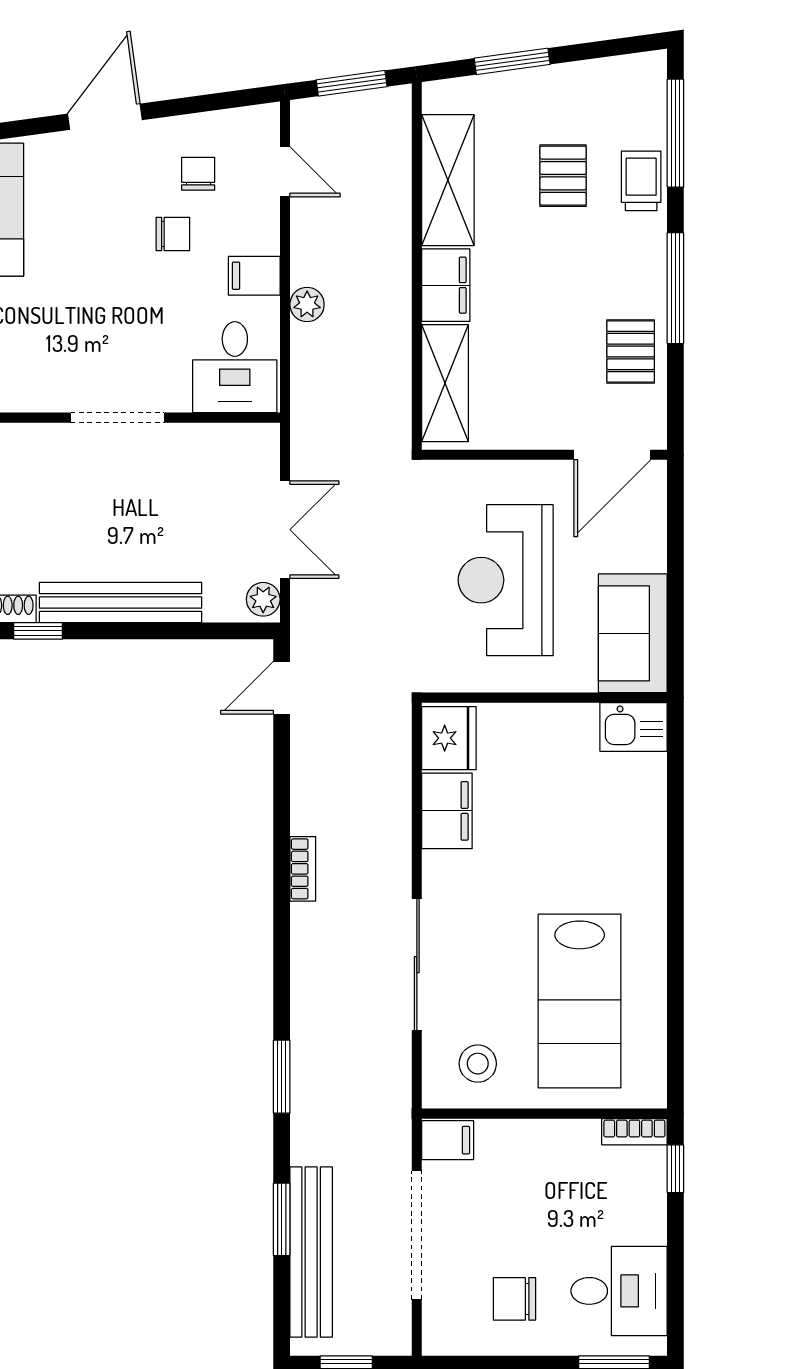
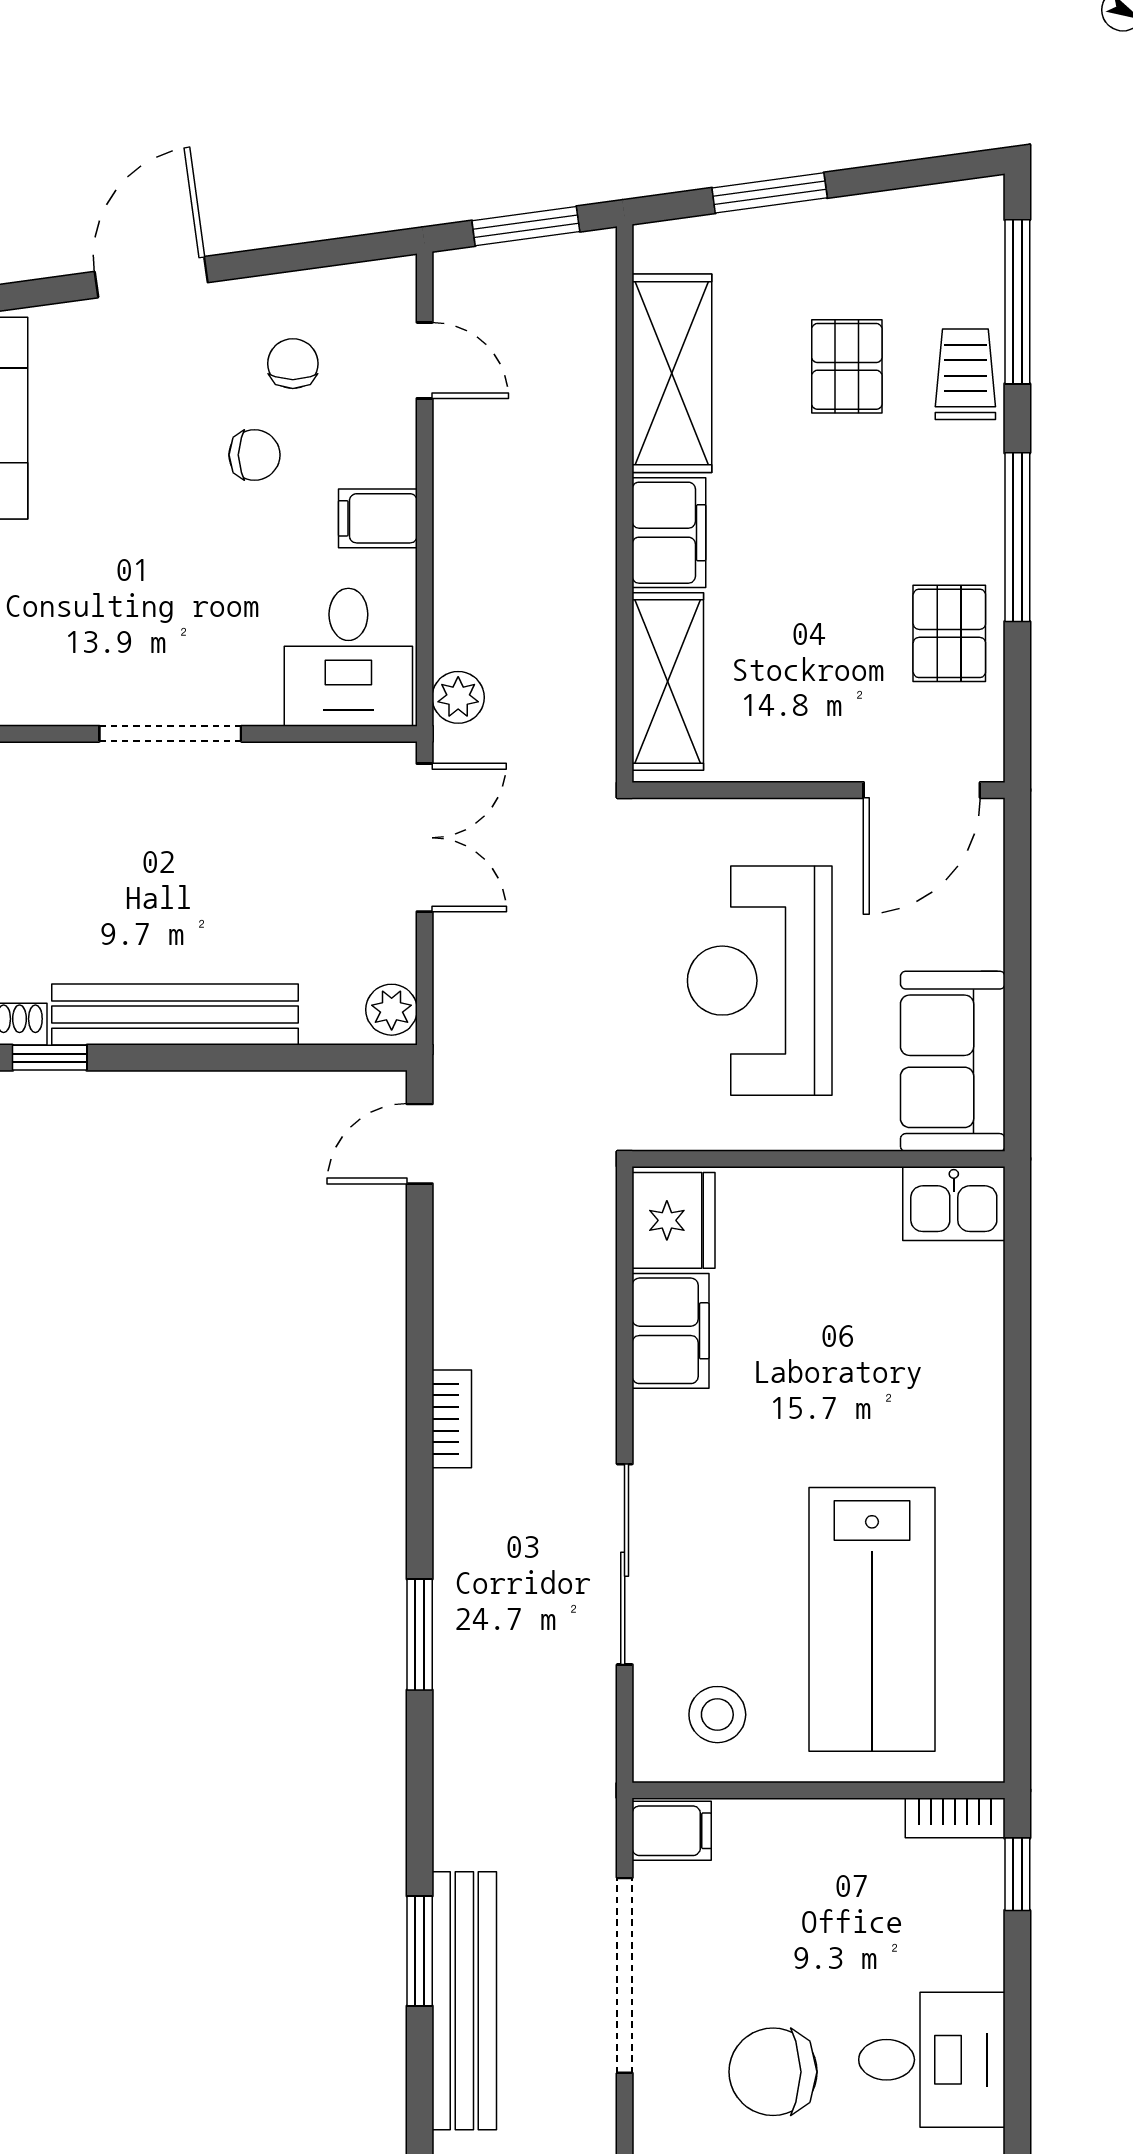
plant: (307, 305) -> (458, 697), moved
double door: (285, 530) -> (425, 838), moved
window: (282, 1077) -> (420, 1635), moved
chair: (514, 1299) -> (773, 2072), width x1.37, depth x1.37

